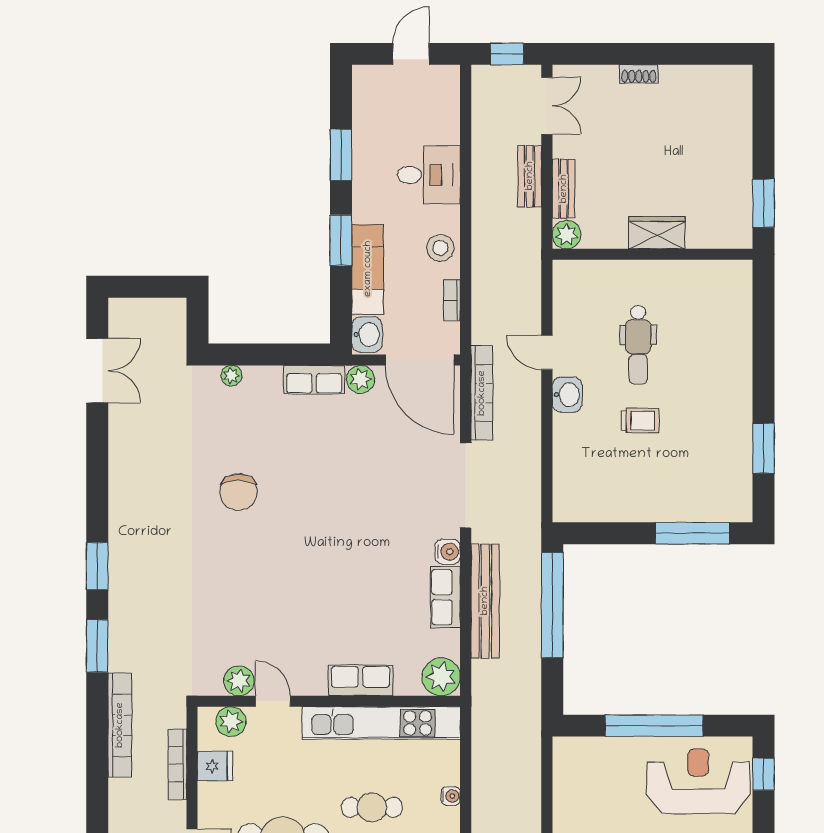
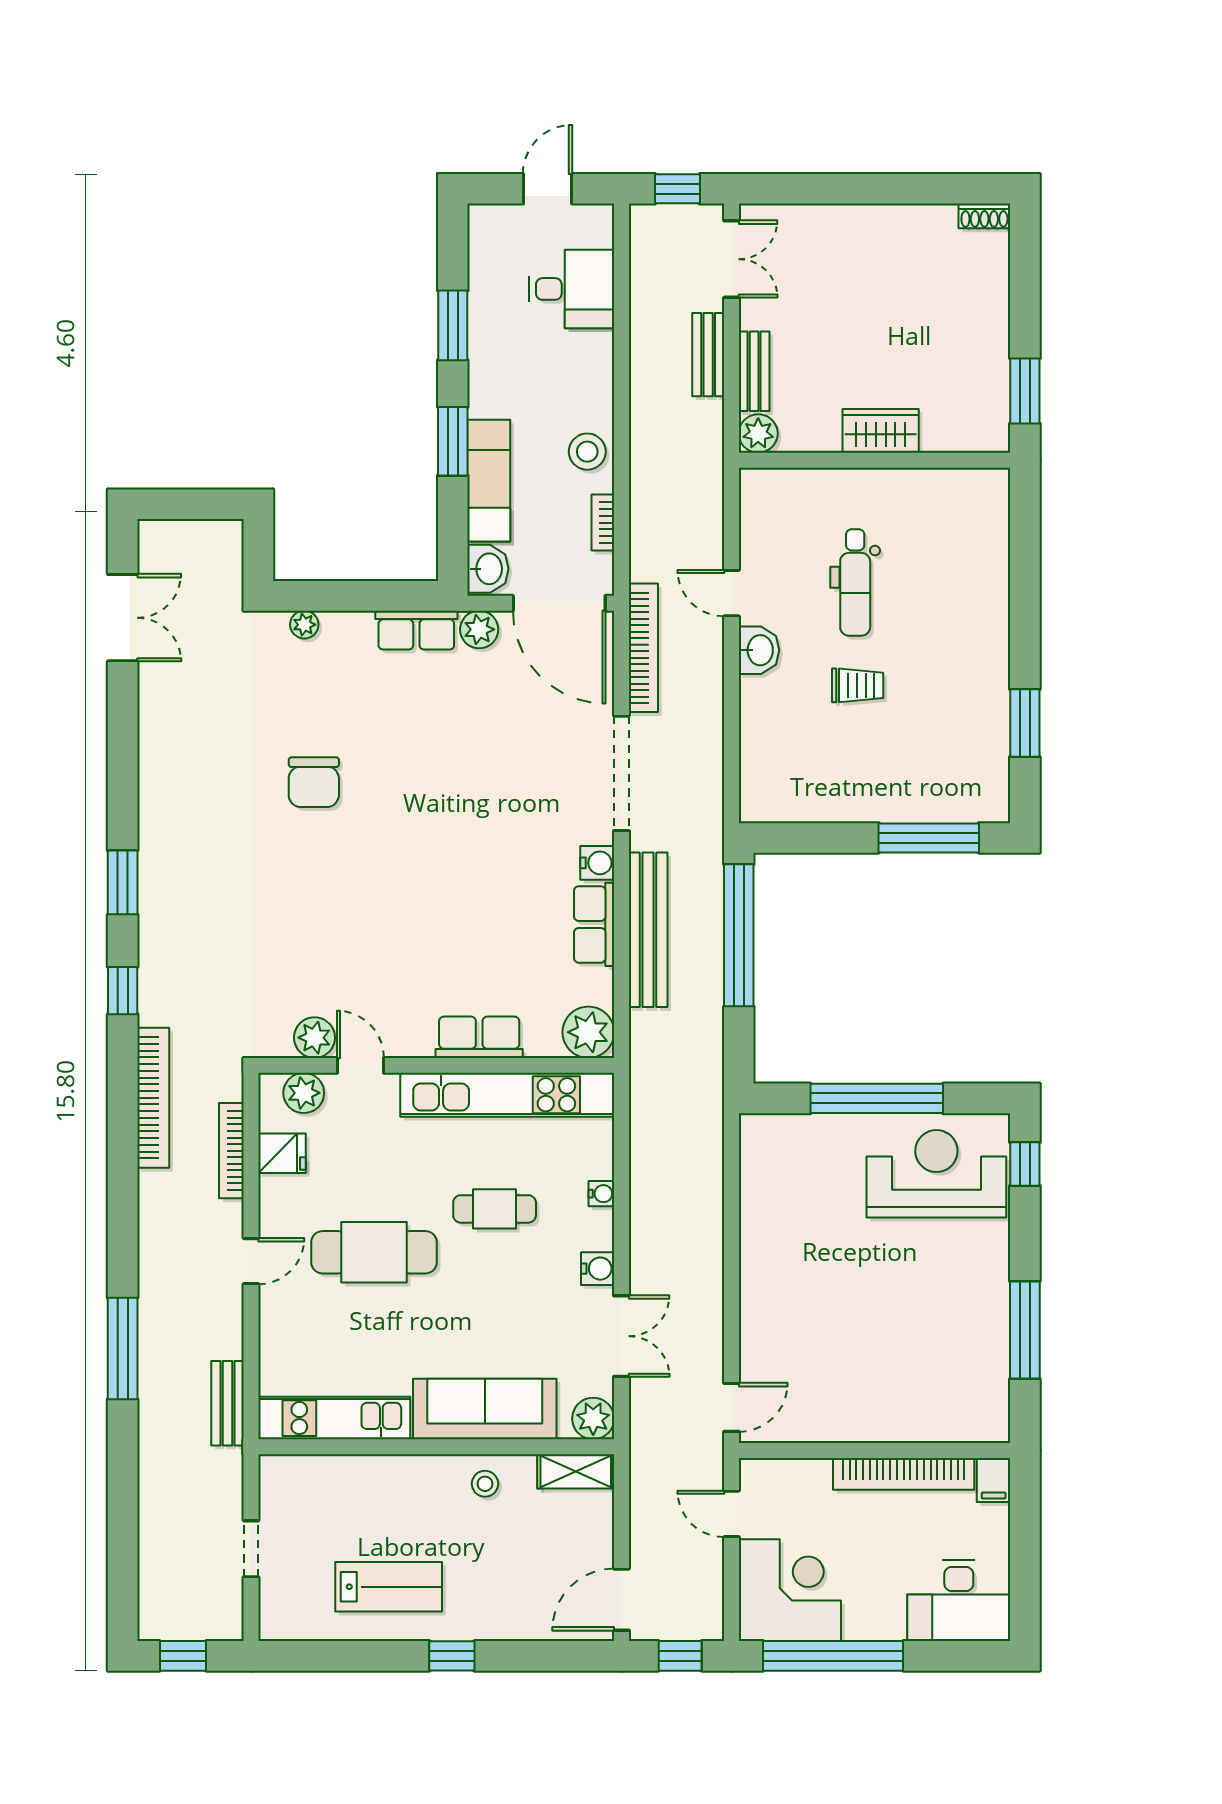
shoe rack: (639, 74) -> (984, 216), moved
desk: (429, 175) -> (572, 289), moved
window: (97, 646) -> (123, 991), width x0.67

